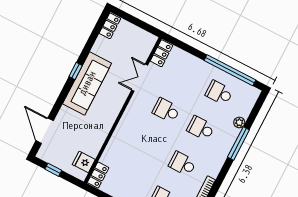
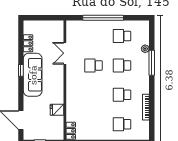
locker: (110, 26) -> (28, 43), moved
locker: (162, 53) -> (71, 30), removed
window: (230, 70) -> (103, 18), moved
fridge: (84, 162) -> (57, 110), moved

